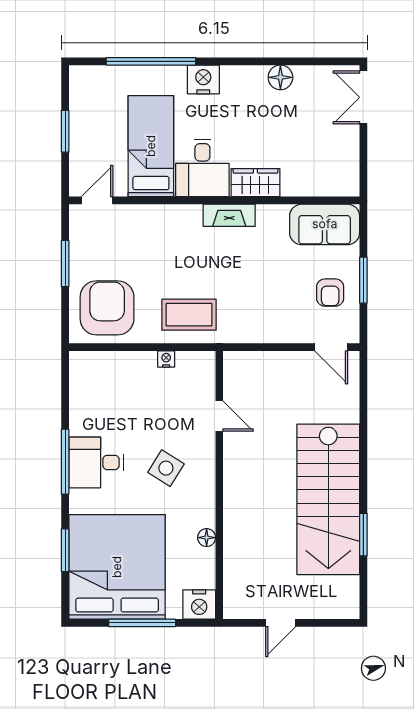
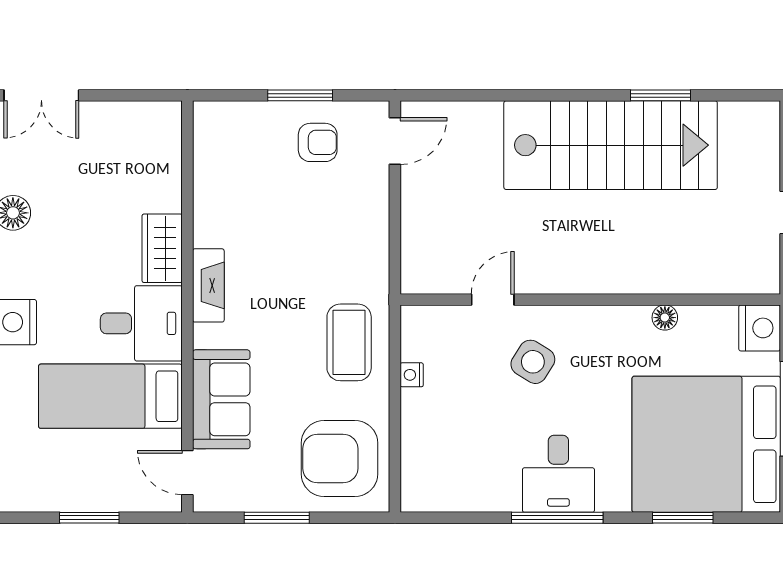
sofa: (325, 224) -> (221, 399), moved
side table: (166, 468) -> (533, 362), moved

